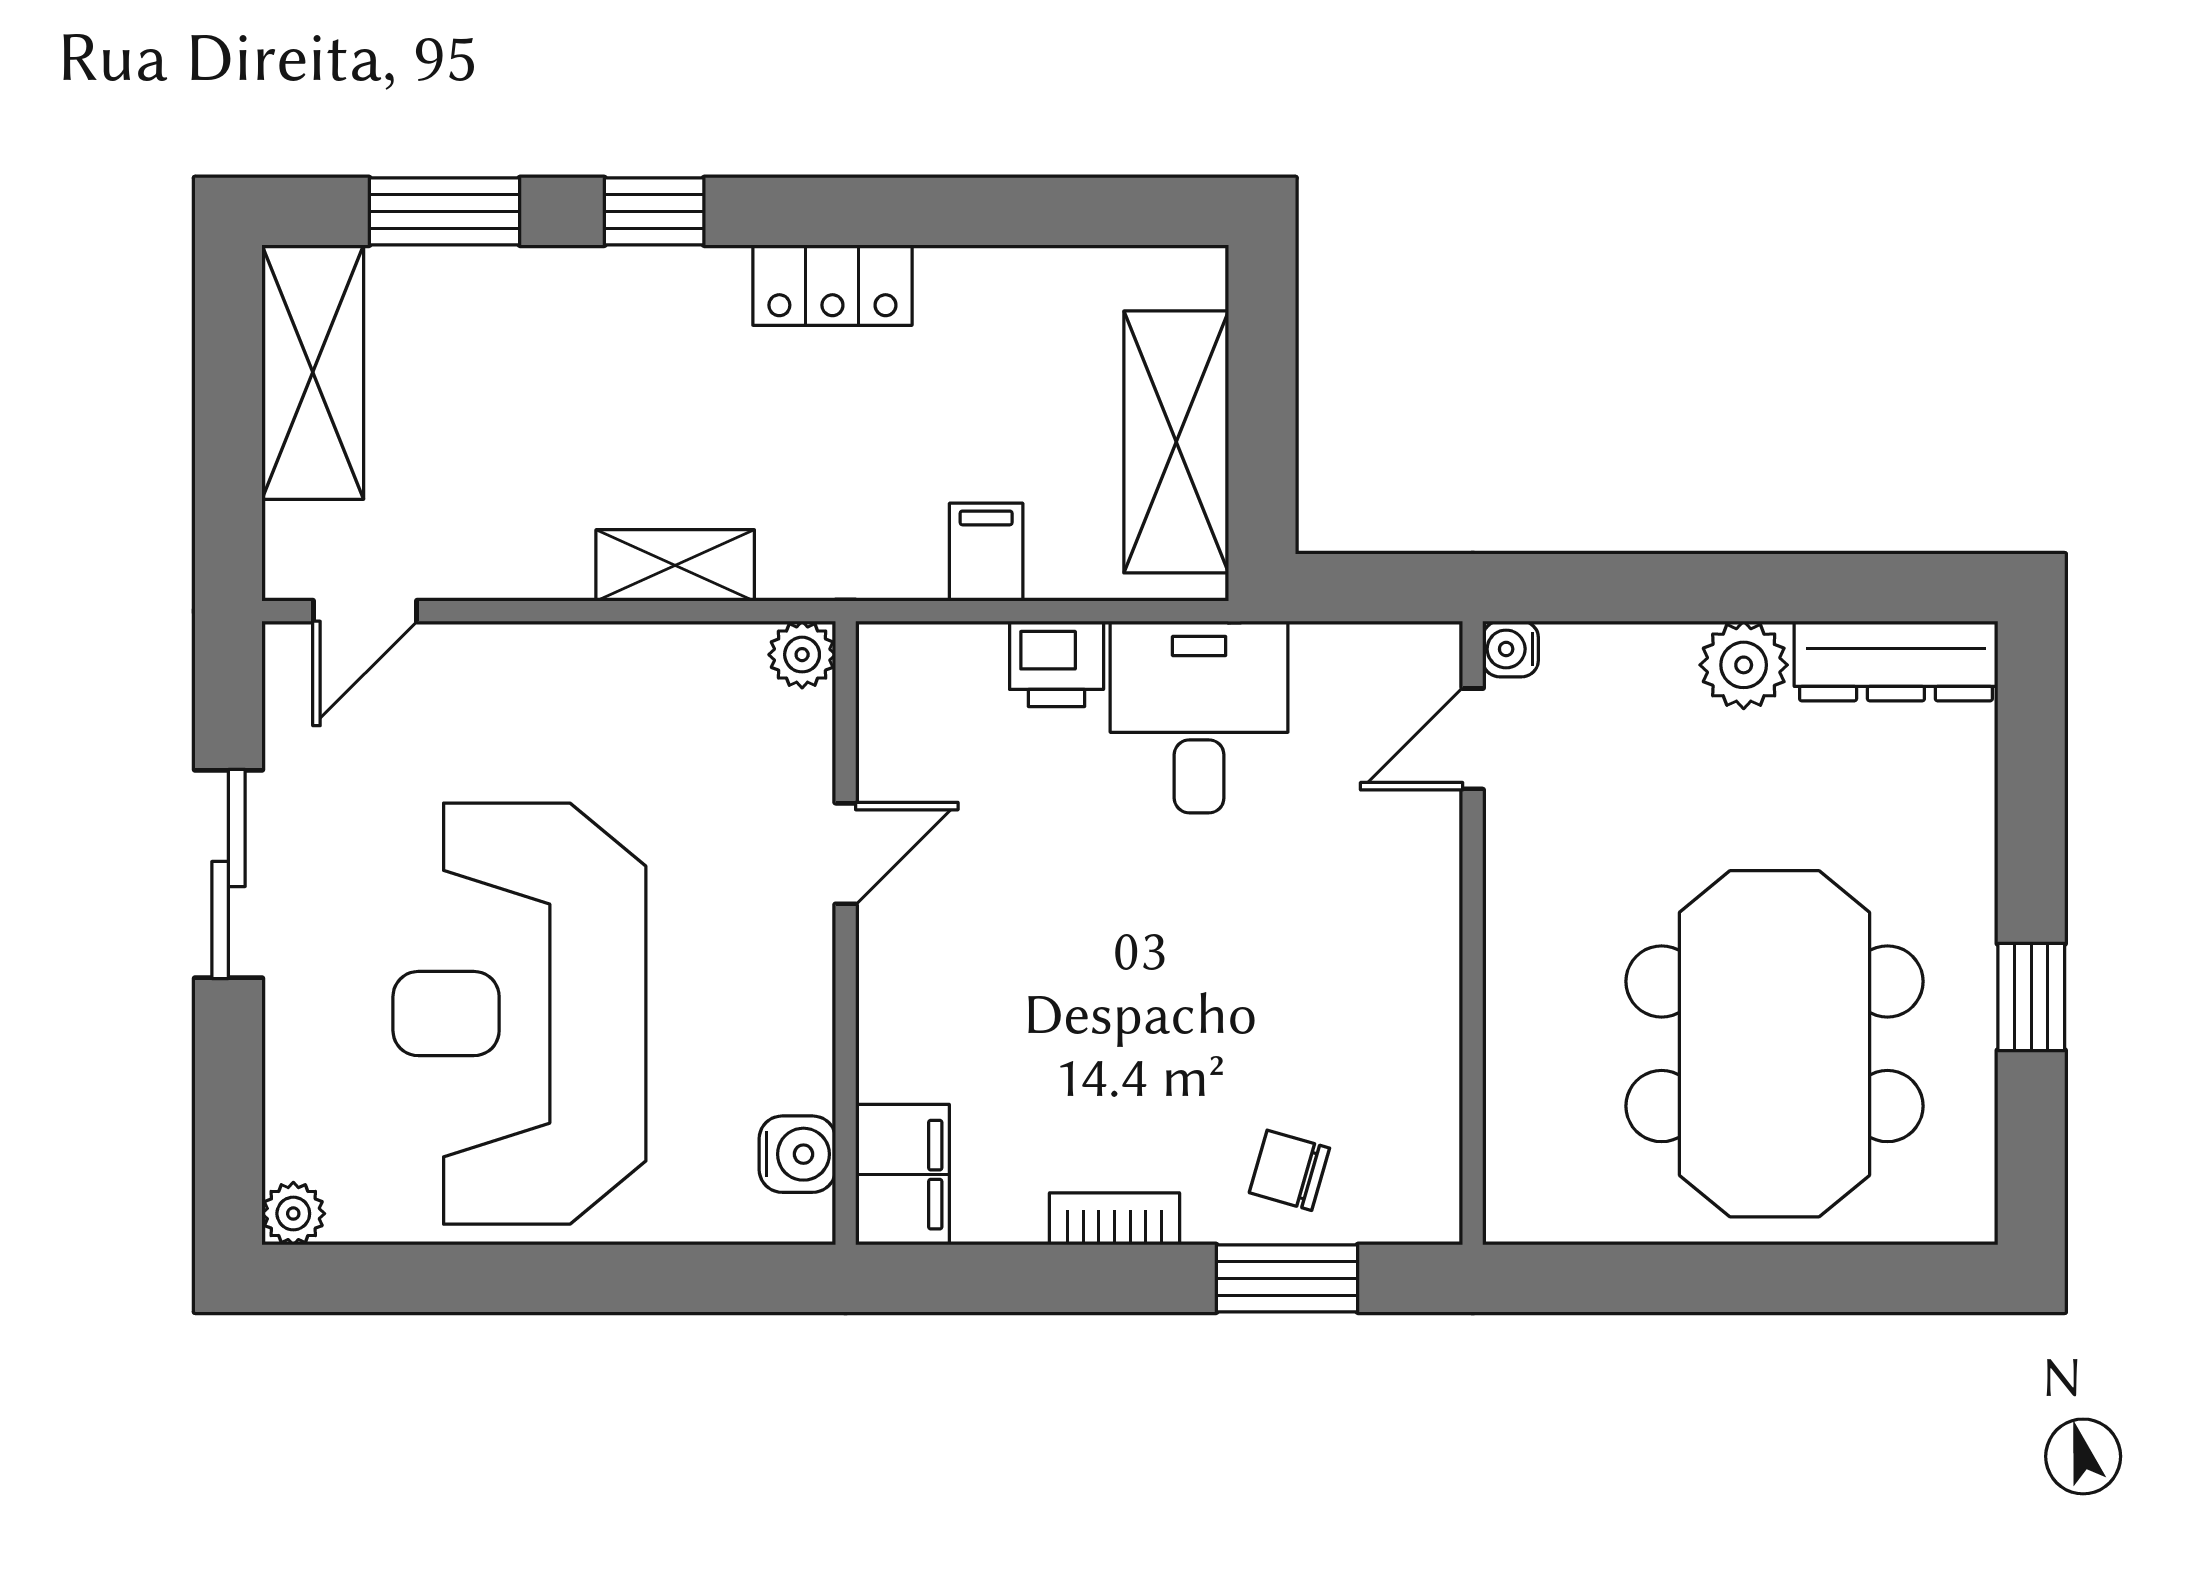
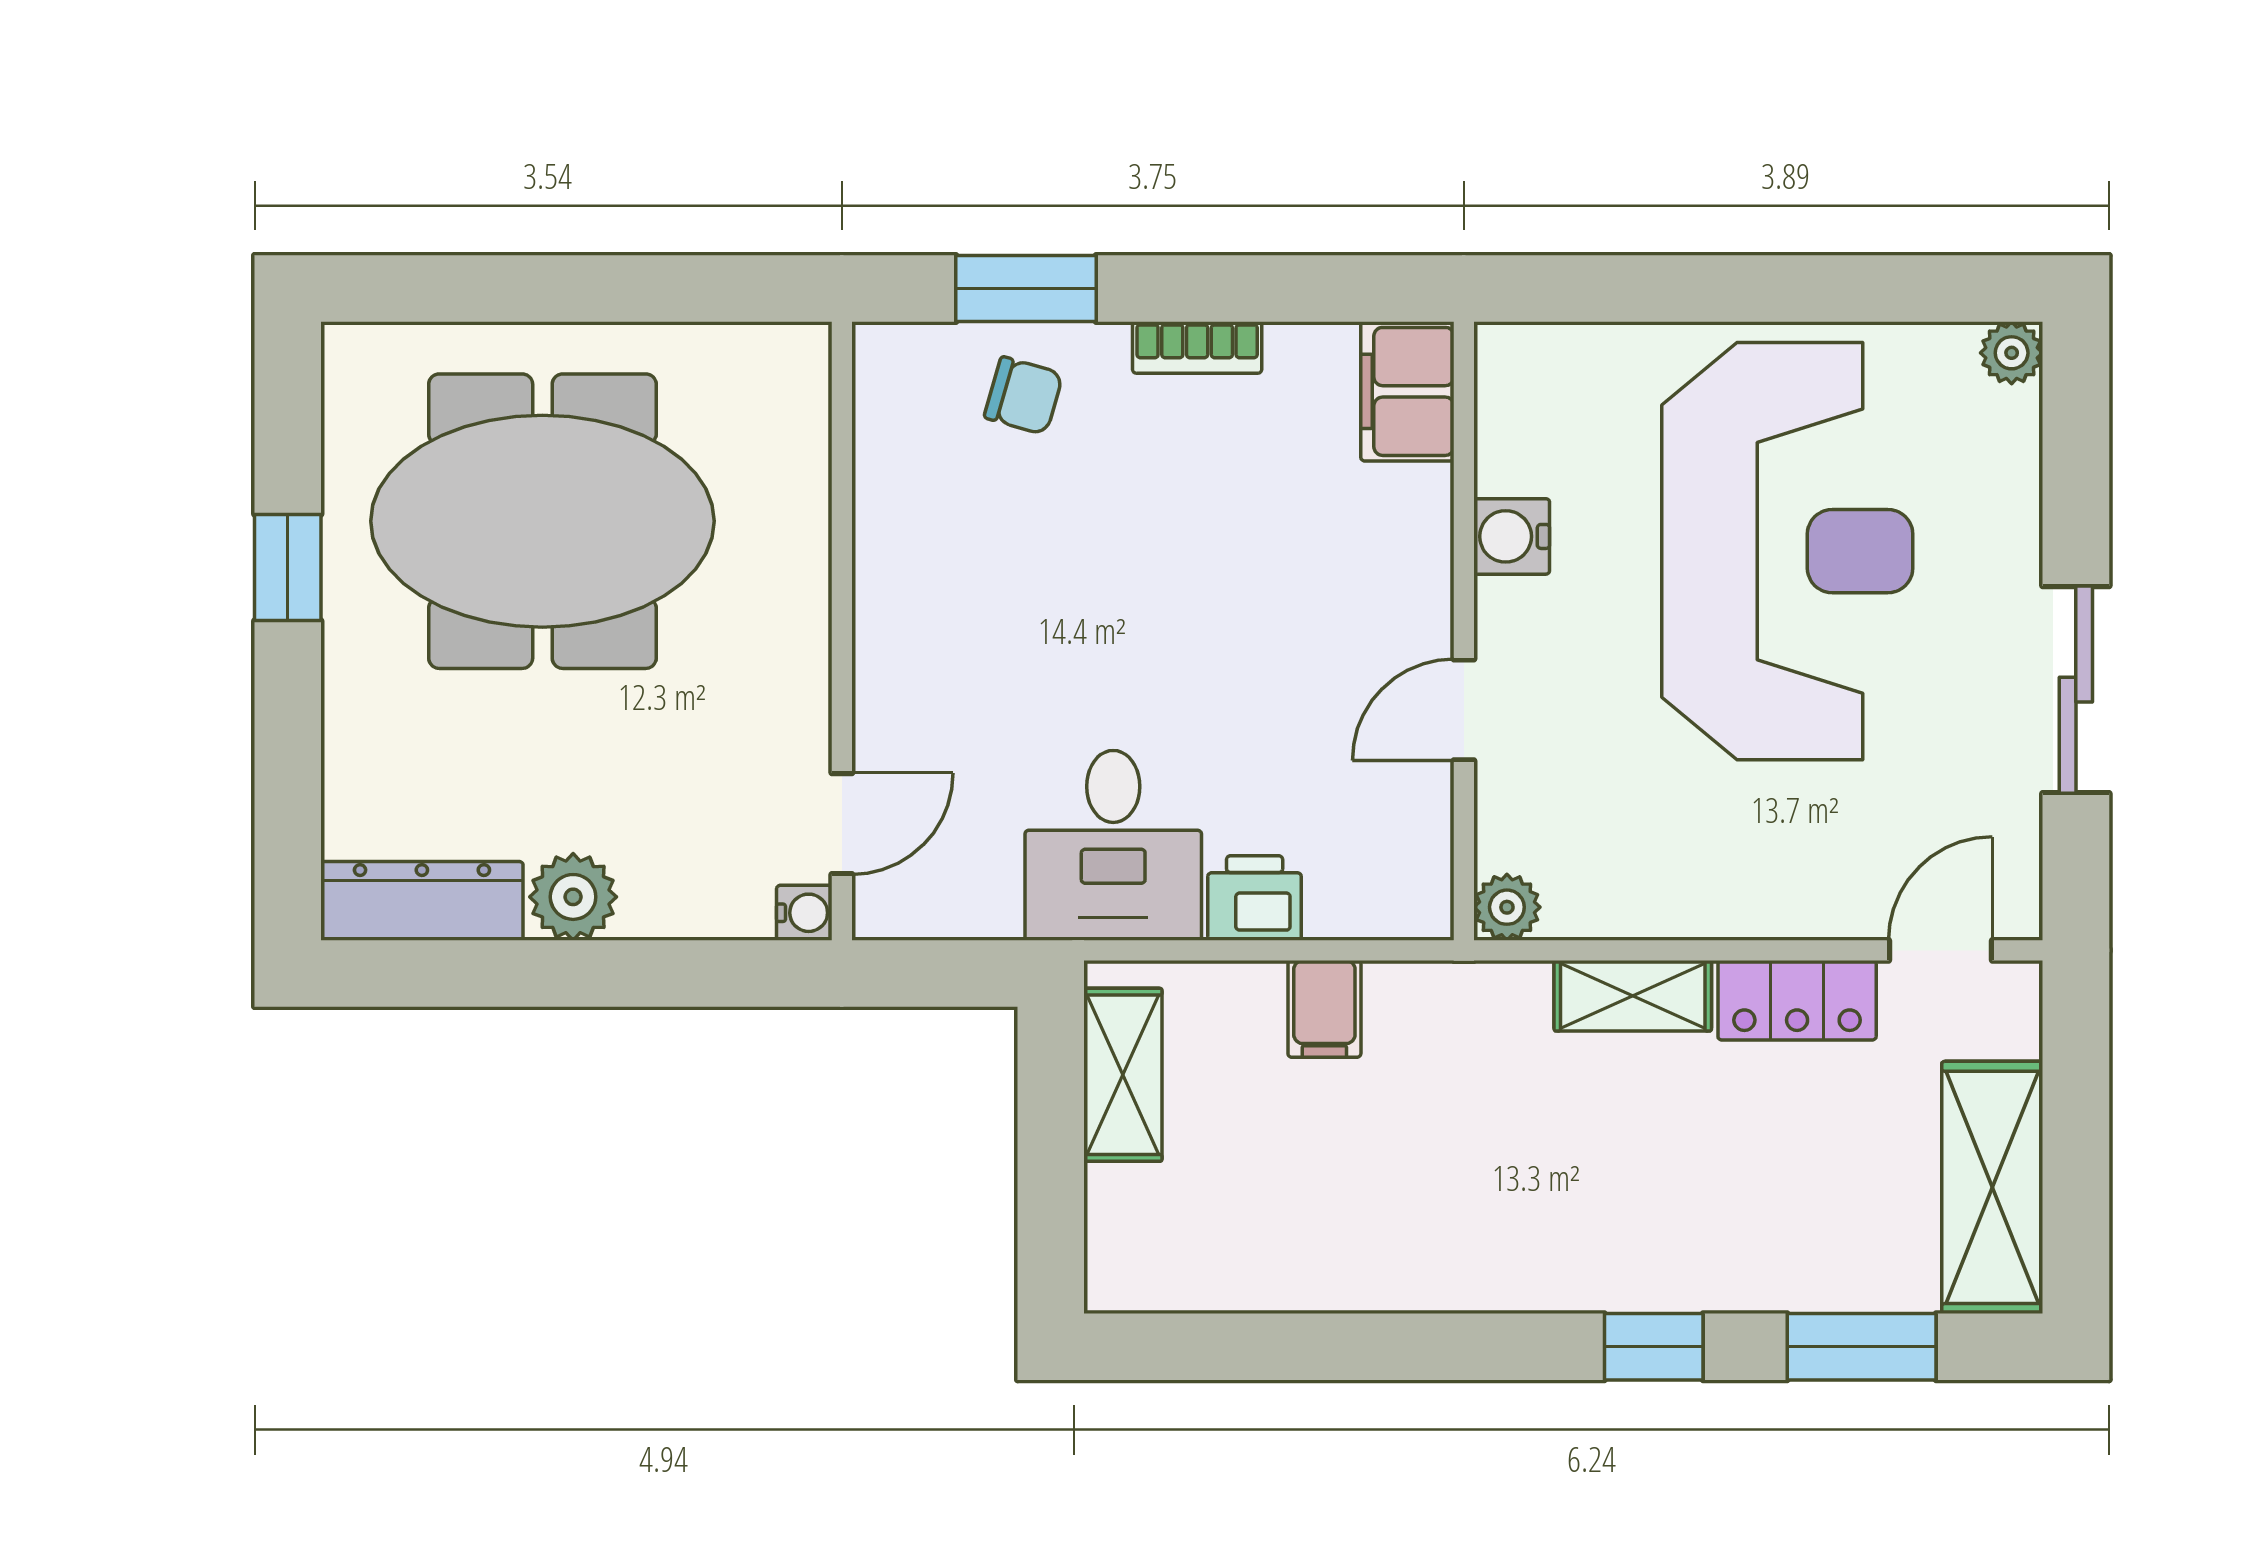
locker: (832, 285) -> (1797, 1000), moved, turned 180
shelving: (1176, 442) -> (1123, 1075), width x0.67, depth x0.75
meeting table: (1774, 1044) -> (542, 521), turned 90
water cooler: (797, 1154) -> (1512, 536), moved

